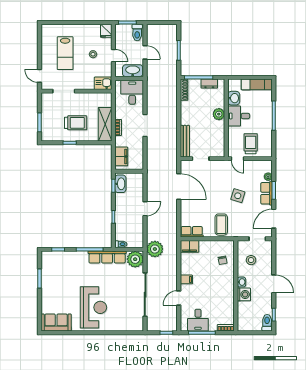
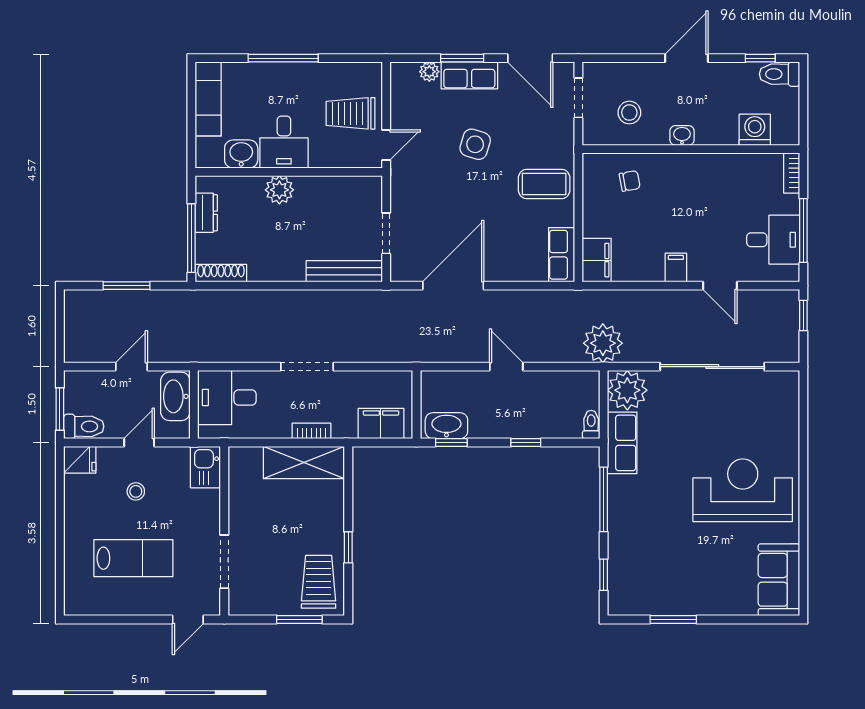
toilet: (137, 33) -> (84, 426), moved
trolley: (76, 123) -> (319, 582), moved
row of seats: (107, 257) -> (622, 443), width x0.68
washing machine: (244, 294) -> (755, 130), moved

